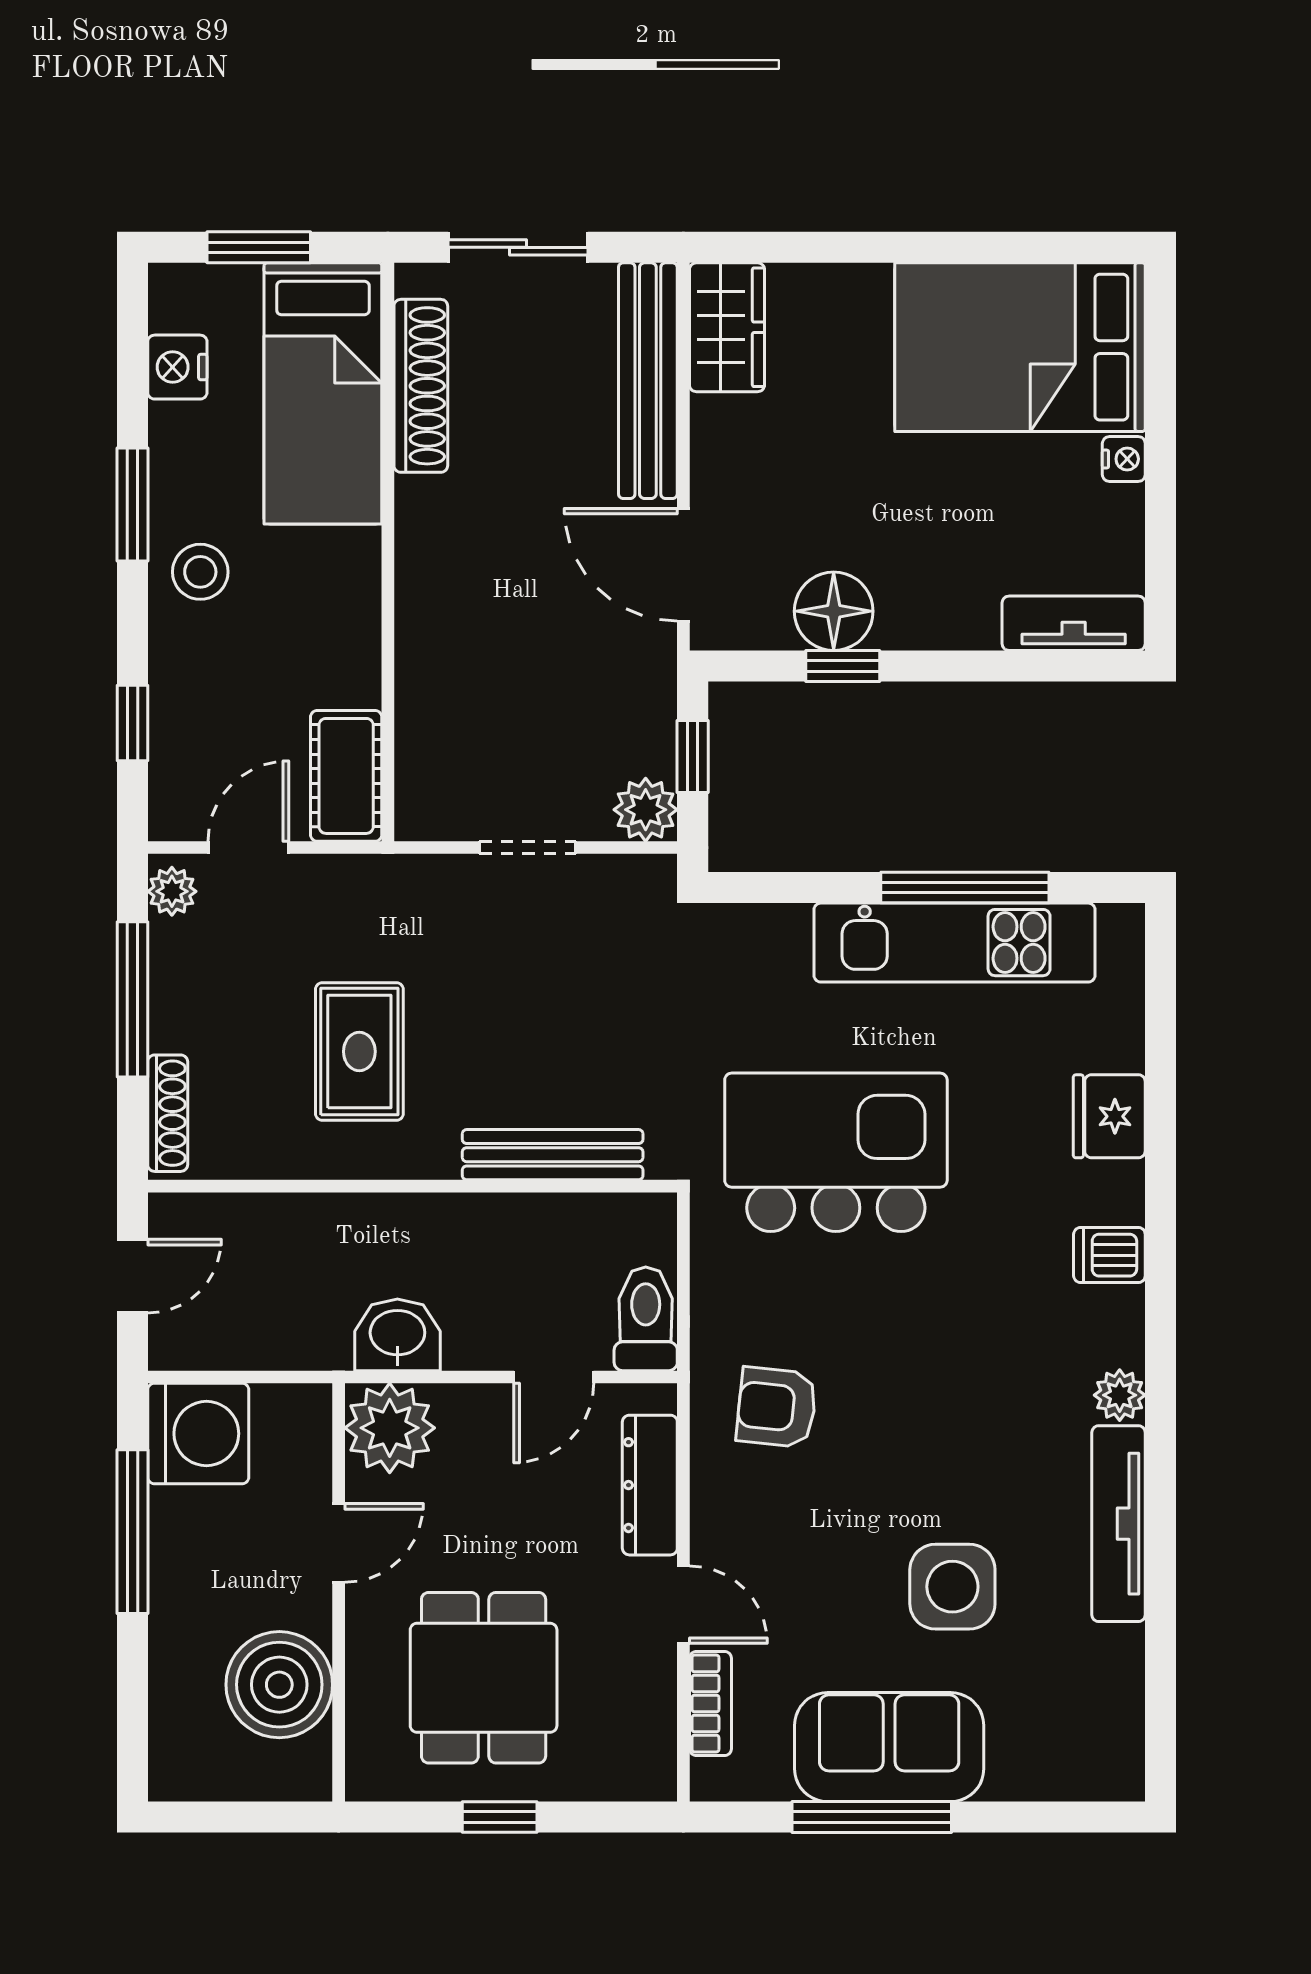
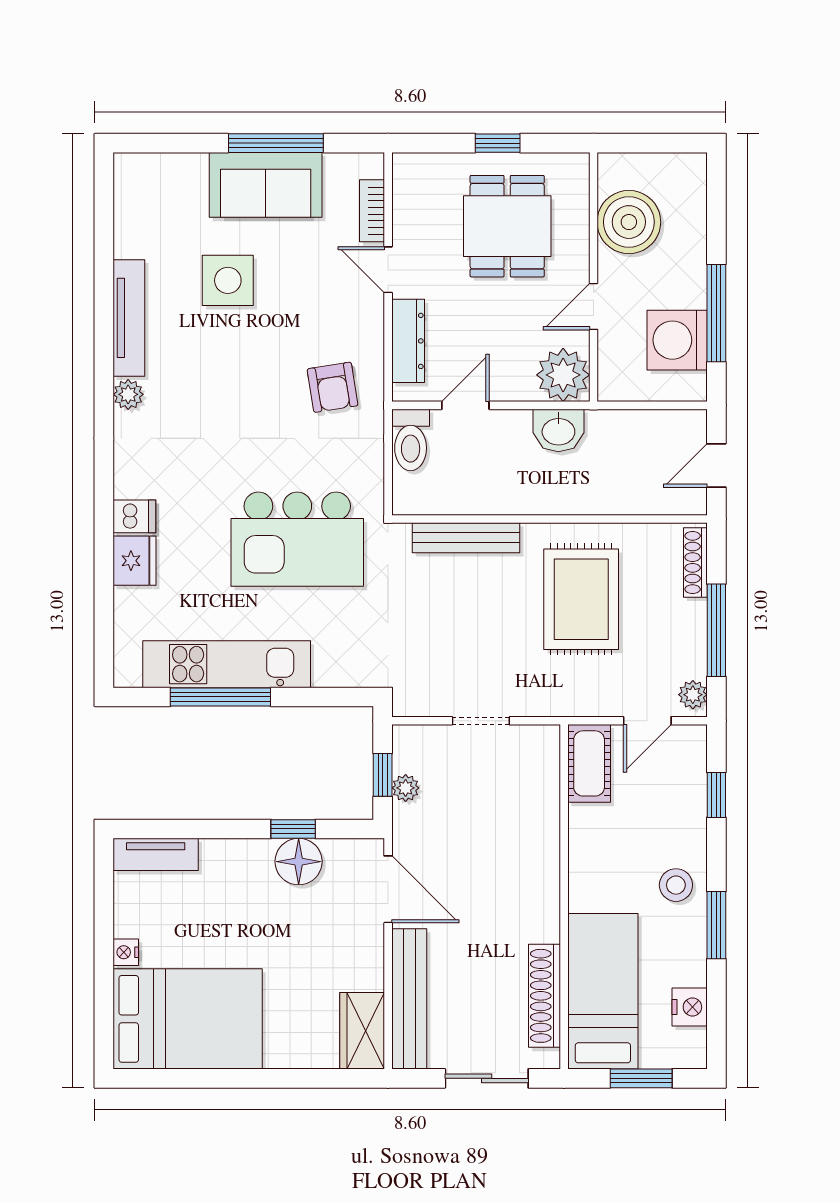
plant: (646, 810) -> (406, 788), moved, width x0.73, depth x0.73
rug: (359, 1052) -> (581, 599), width x1.36, depth x1.43
dishwasher: (1109, 1255) -> (134, 516), moved
armchair: (777, 1407) -> (333, 387), turned 75
washing machine: (198, 1434) -> (677, 340), moved

